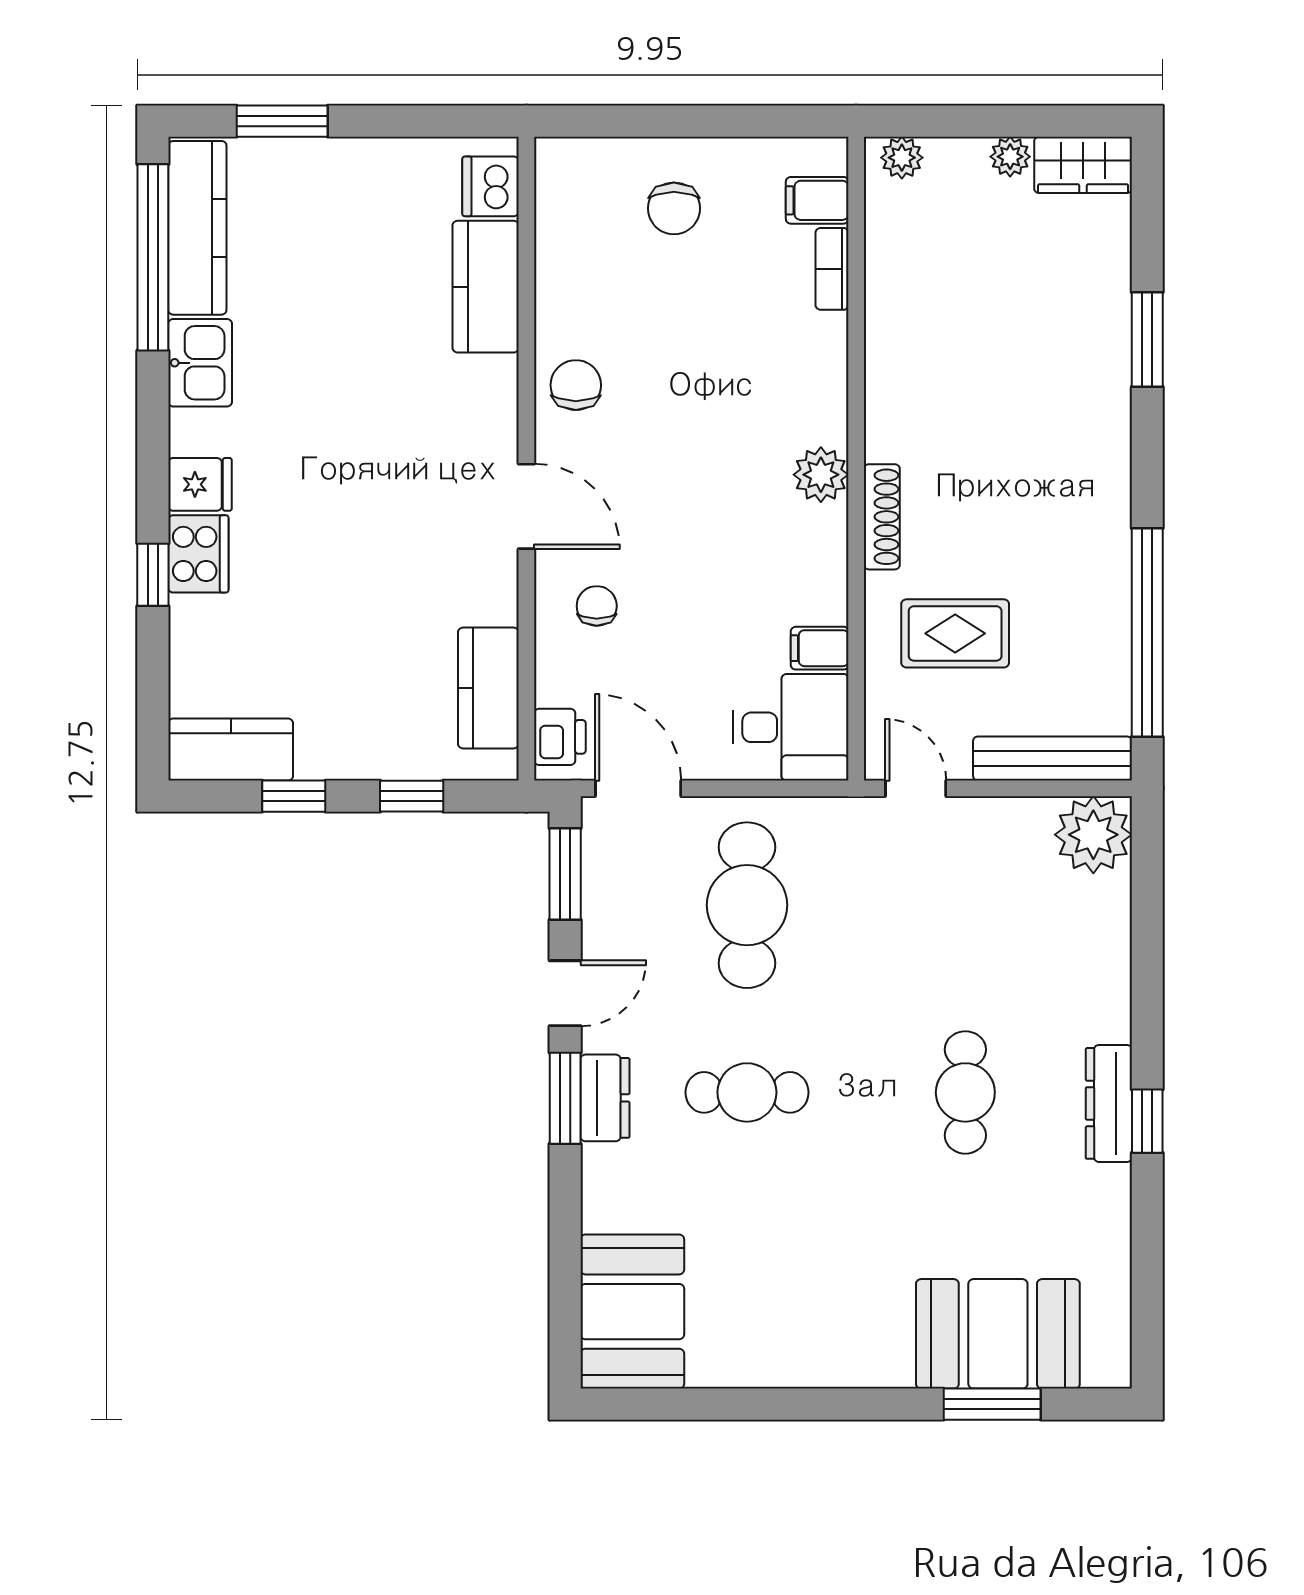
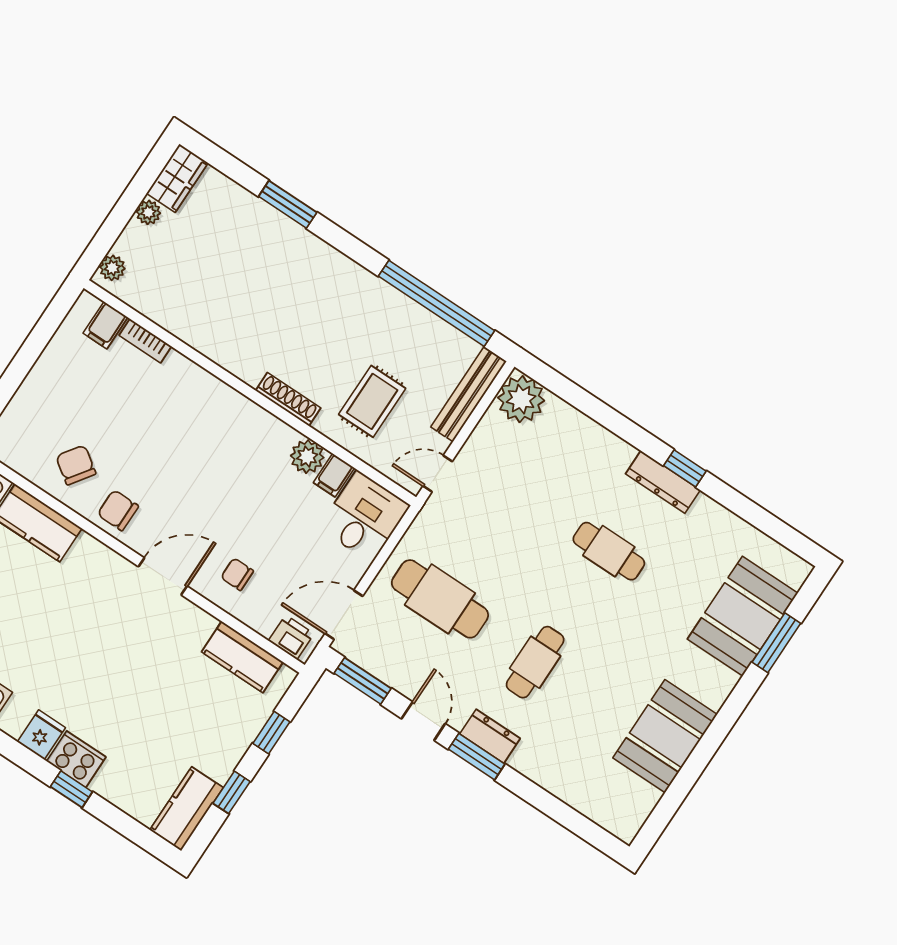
chair: (674, 208) -> (76, 465), moved, turned -145
plant: (821, 475) -> (307, 457), moved
booth: (632, 1312) -> (665, 736), moved, turned 90

